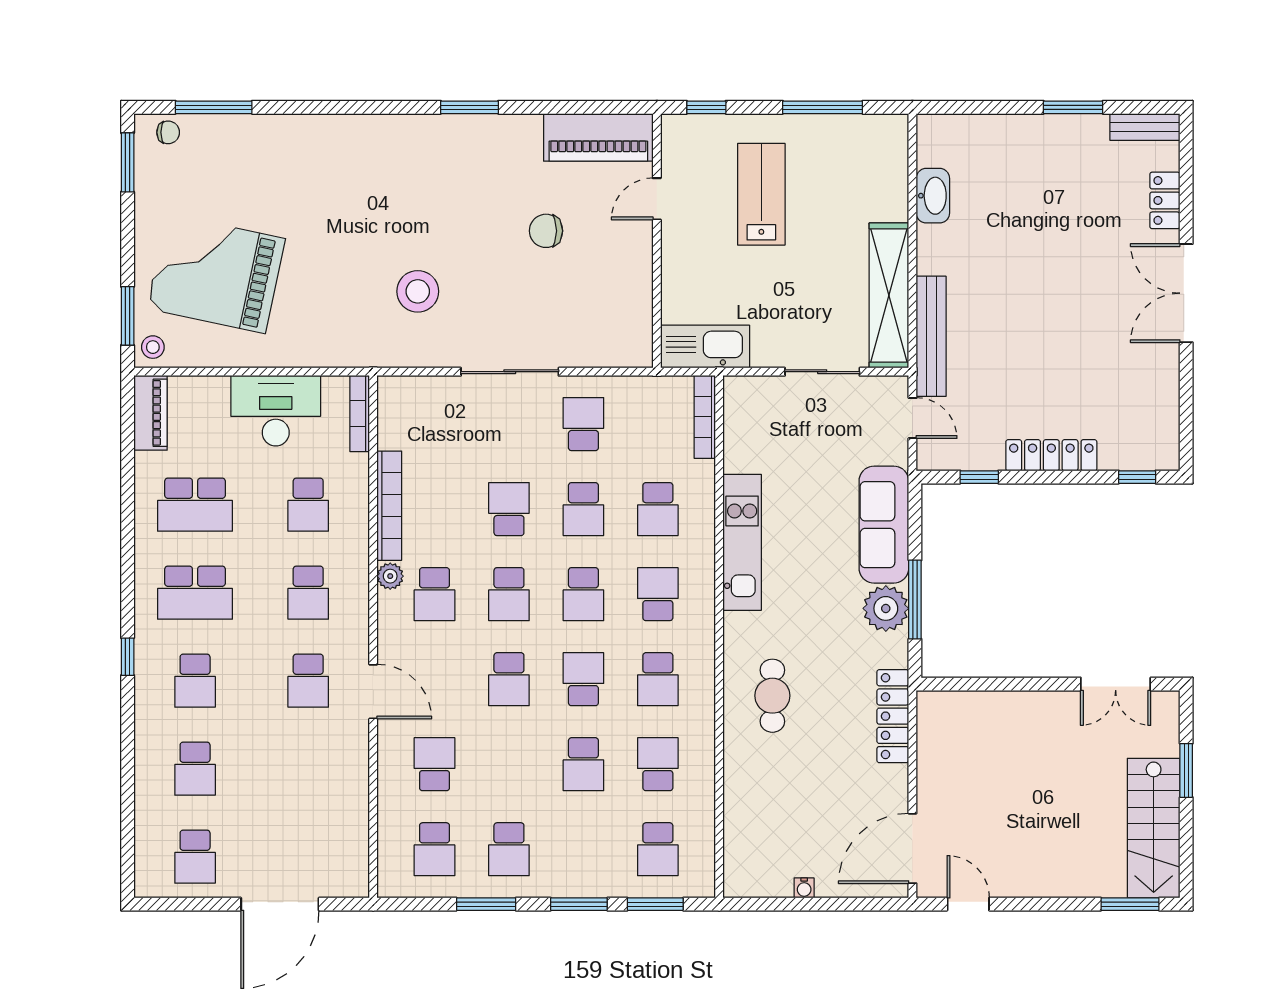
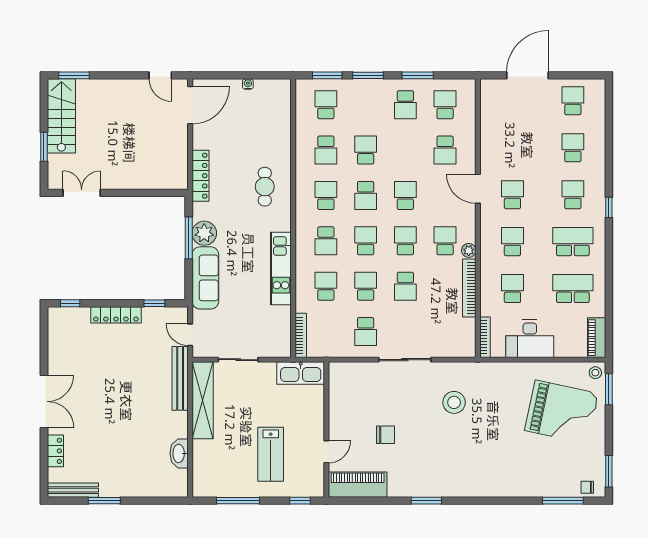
bench: (1145, 127) -> (73, 490), width x1.36
school desk: (509, 849) -> (405, 105), turned 180

